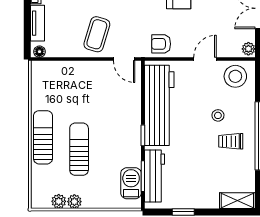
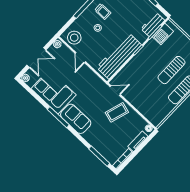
armchair: (161, 44) -> (93, 82), removed
door: (124, 59) -> (115, 91), hinge flipped
door: (205, 59) -> (80, 57), hinge flipped
workbench: (154, 176) -> (153, 25), width x0.73

